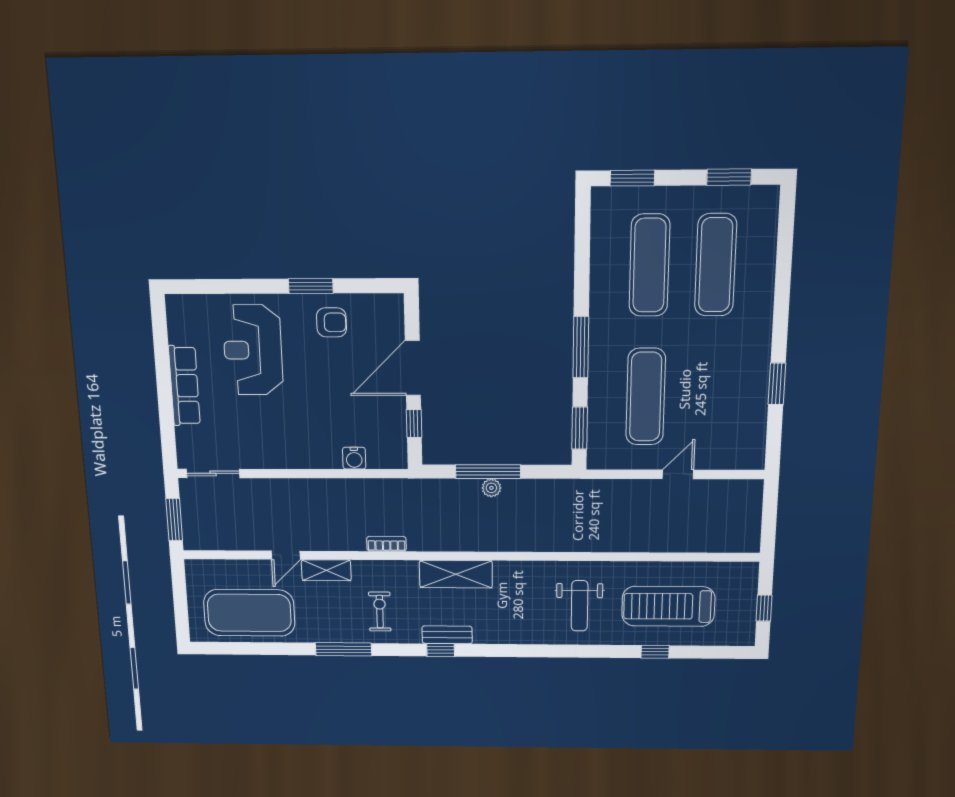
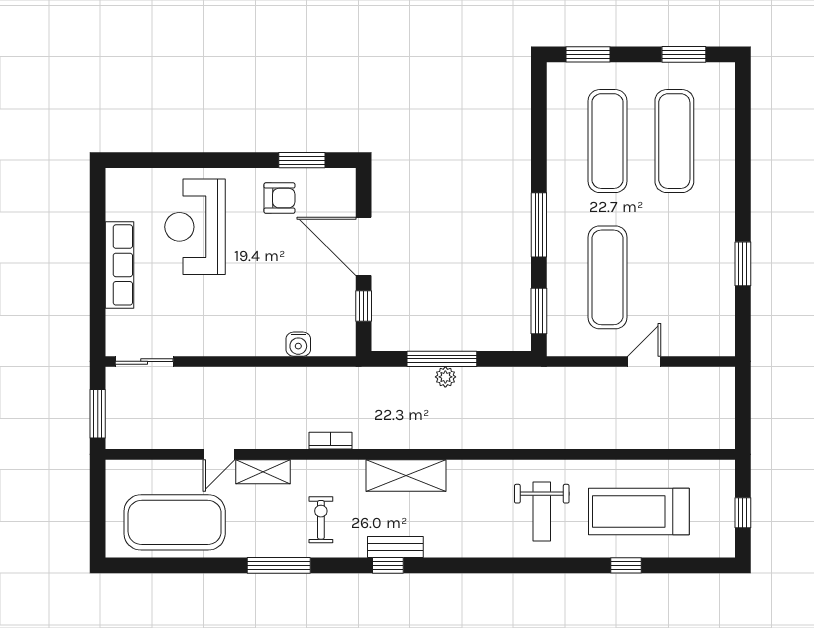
window: (311, 286) -> (302, 160), moved
door: (413, 368) -> (364, 246), hinge flipped

